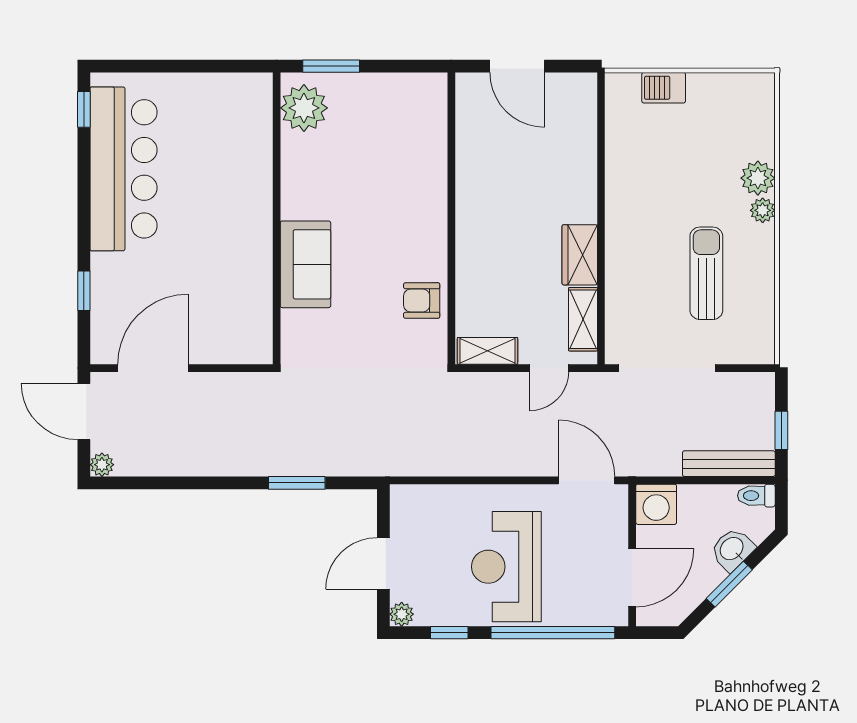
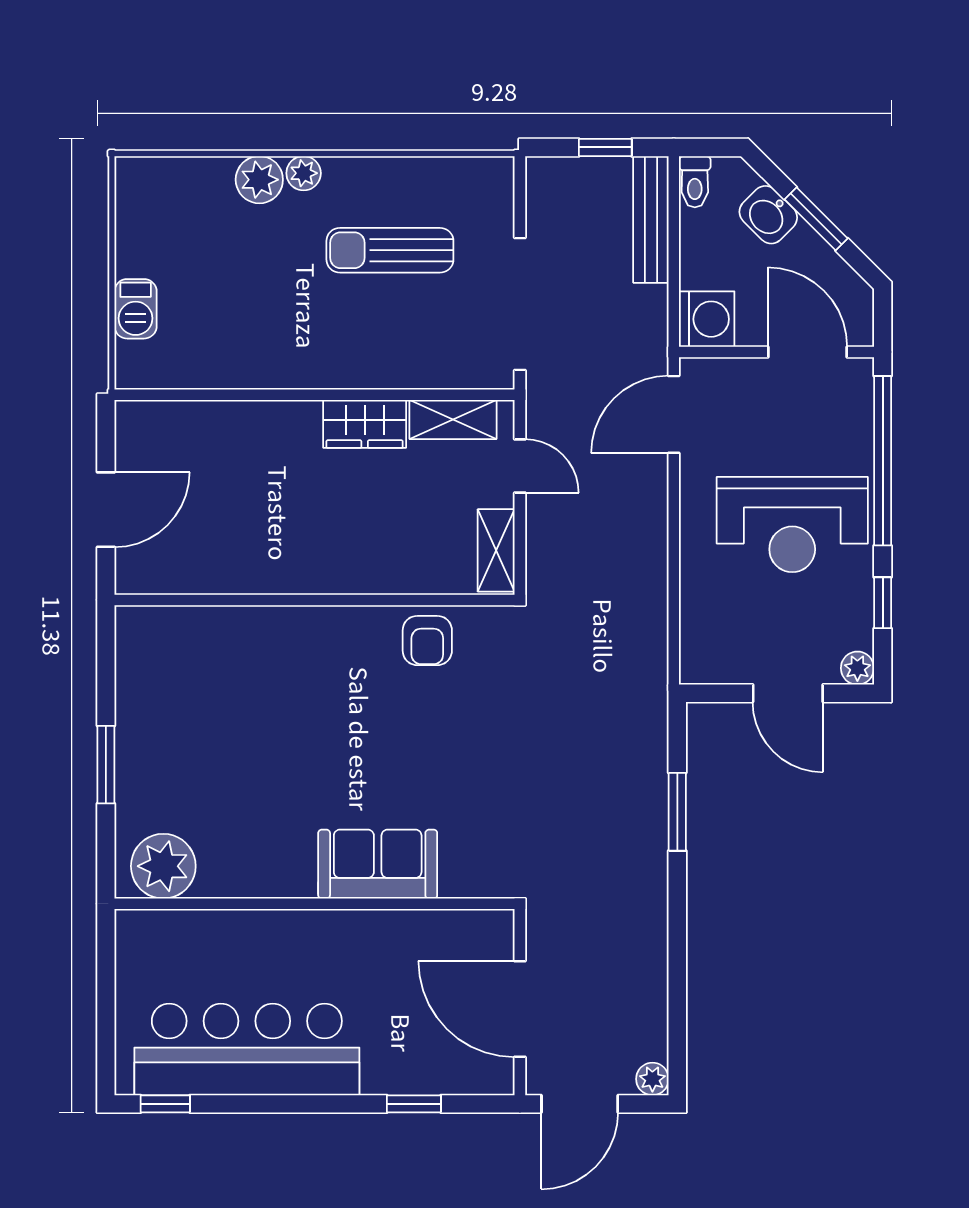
plant: (304, 108) -> (163, 866), moved
wall: (277, 218) -> (315, 904), moved
sofa: (305, 264) -> (378, 864), moved

